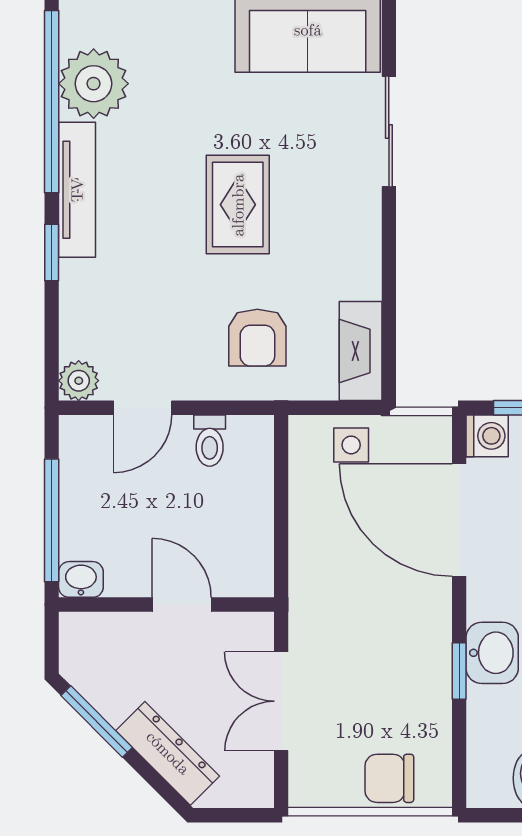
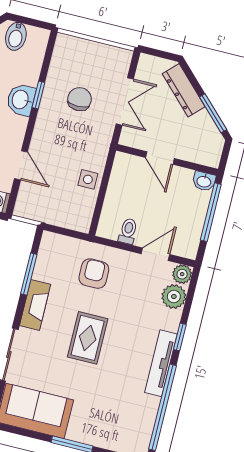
plant: (94, 84) -> (174, 296), moved, width x0.73, depth x0.73
window: (389, 304) -> (29, 274), added
fireplace: (361, 351) -> (35, 305), moved
side table: (351, 445) -> (88, 179), moved
door: (459, 520) -> (21, 165), width x0.53
chair: (389, 778) -> (79, 99), moved, turned -90

